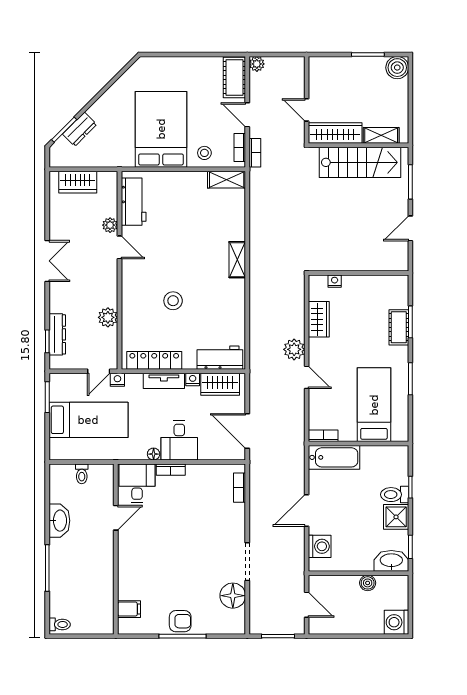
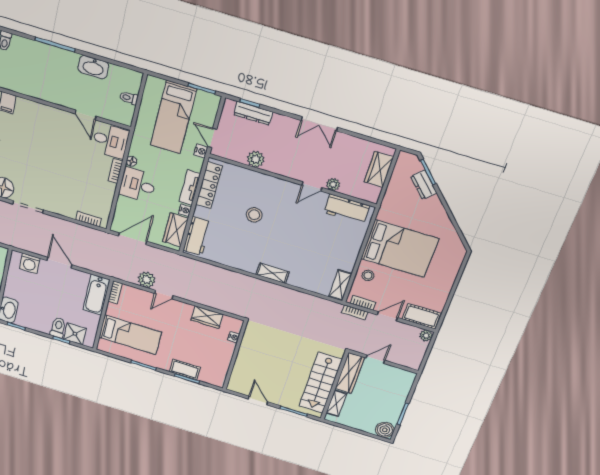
plant: (294, 349) -> (146, 280), moved
shower: (396, 517) -> (75, 334), moved

